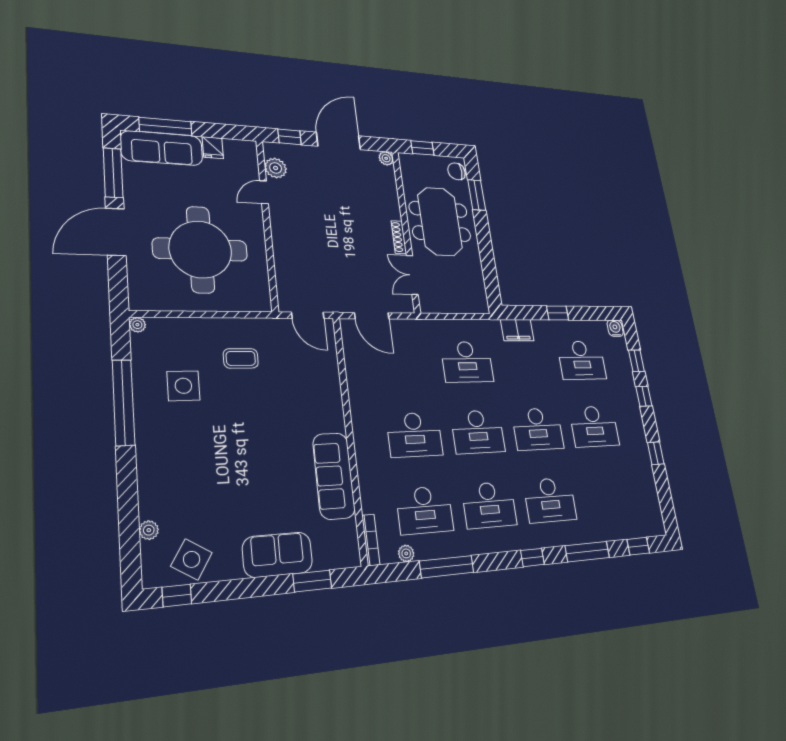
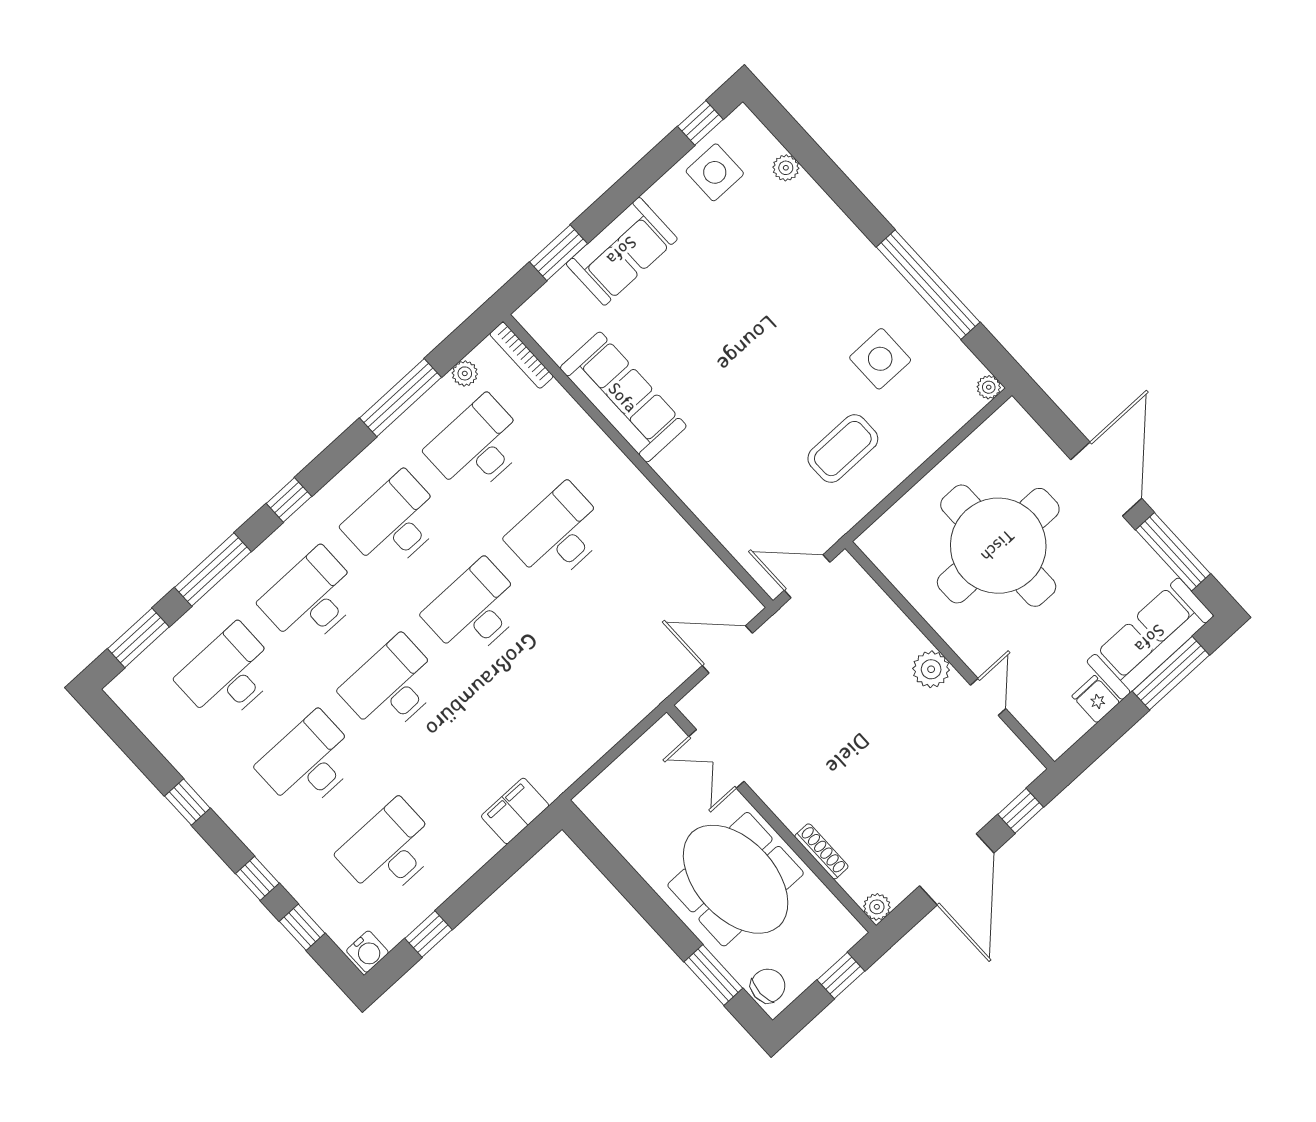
plant: (276, 168) -> (931, 669), moved
shoe rack: (399, 237) -> (821, 851), moved
double door: (412, 275) -> (716, 759), swing flipped
window: (558, 313) -> (428, 934), moved
coffee table: (241, 358) -> (843, 449), width x1.36, depth x1.30
desk: (467, 362) -> (229, 675), moved
window: (638, 546) -> (138, 638), width x1.50
side table: (192, 559) -> (715, 172), turned -32

